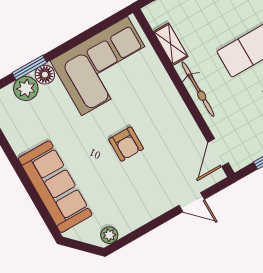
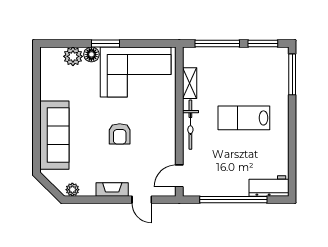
window: (29, 68) -> (105, 44), moved
fireplace: (153, 210) -> (112, 189), added

